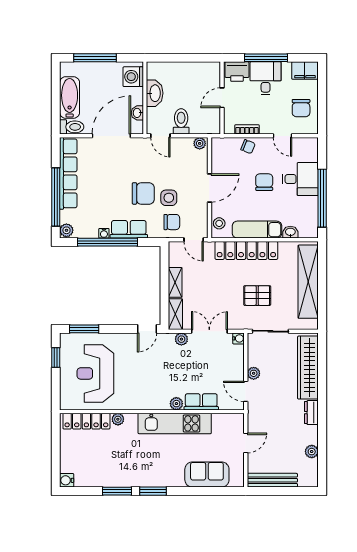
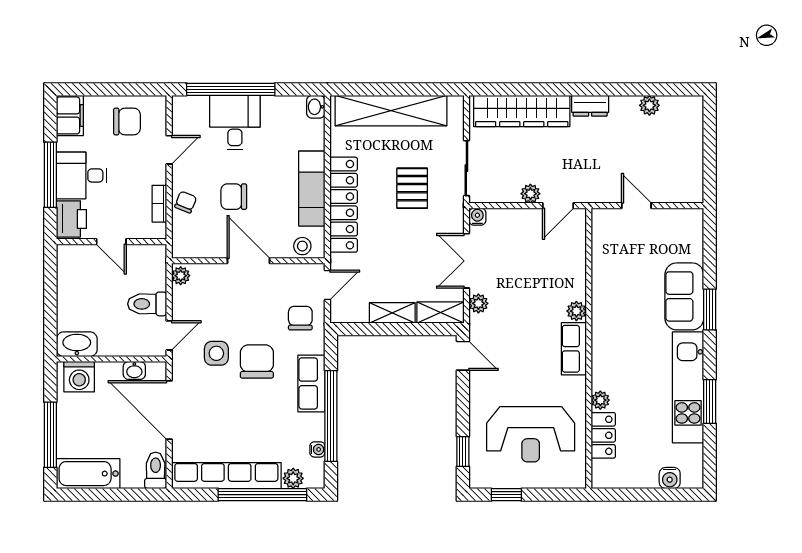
washbasin: (155, 93) -> (77, 344), moved
bathtub: (70, 97) -> (88, 474), moved
chair: (264, 182) -> (234, 197), moved
side table: (169, 198) -> (216, 353), moved
window: (322, 198) -> (231, 89), moved
plant: (66, 230) -> (293, 478), moved
washbasin: (290, 232) -> (316, 107), moved
water cooler: (104, 233) -> (317, 449), moved
window: (84, 329) -> (463, 451), width x0.67
row of seats: (201, 402) -> (574, 349), moved
locker: (86, 421) -> (603, 435), width x0.66
kitchen unit: (175, 423) -> (688, 387), moved, turned 180
sofa: (207, 475) -> (684, 296), moved
water cooler: (67, 480) -> (670, 478), moved
bench: (272, 480) -> (693, 165), removed
window: (153, 491) -> (710, 309), moved

